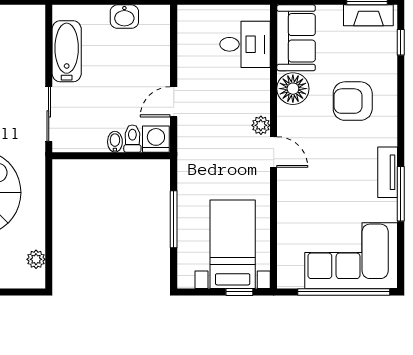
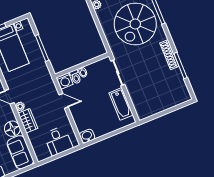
washbasin: (124, 17) -> (87, 136), moved
desk: (245, 44) -> (58, 141), moved, turned -90
wardrobe: (257, 92) -> (28, 121), added
door: (174, 102) -> (64, 101), hinge flipped

